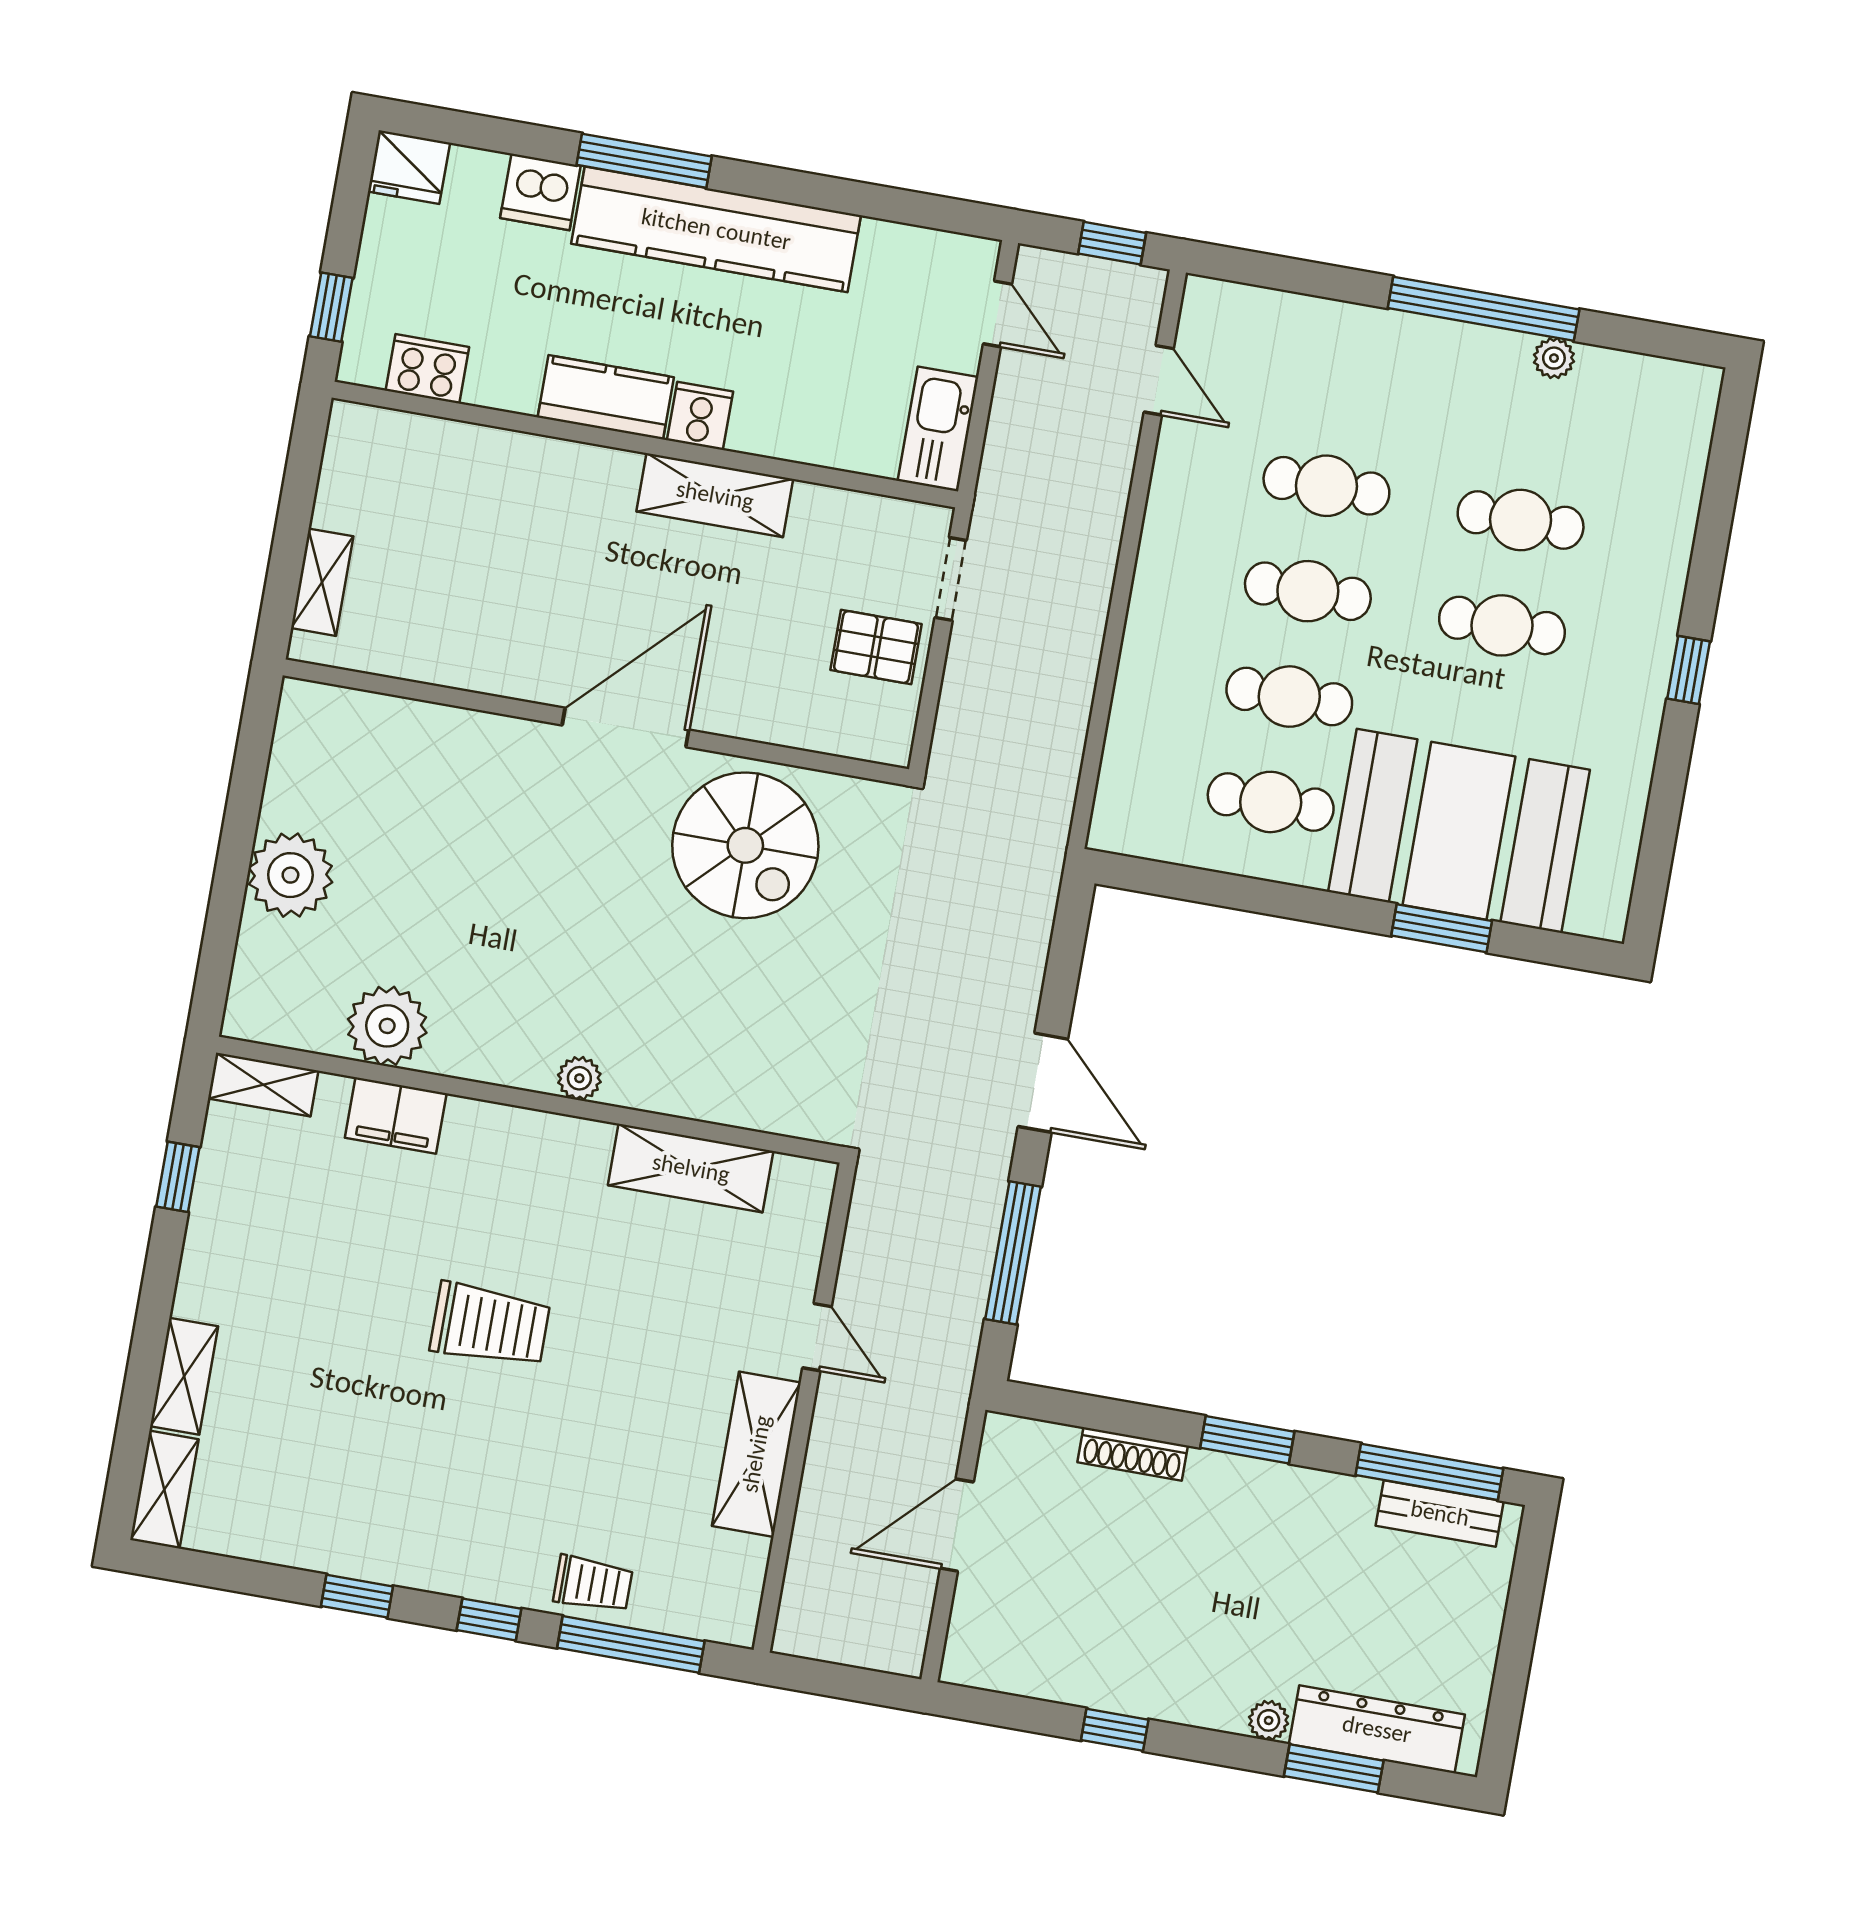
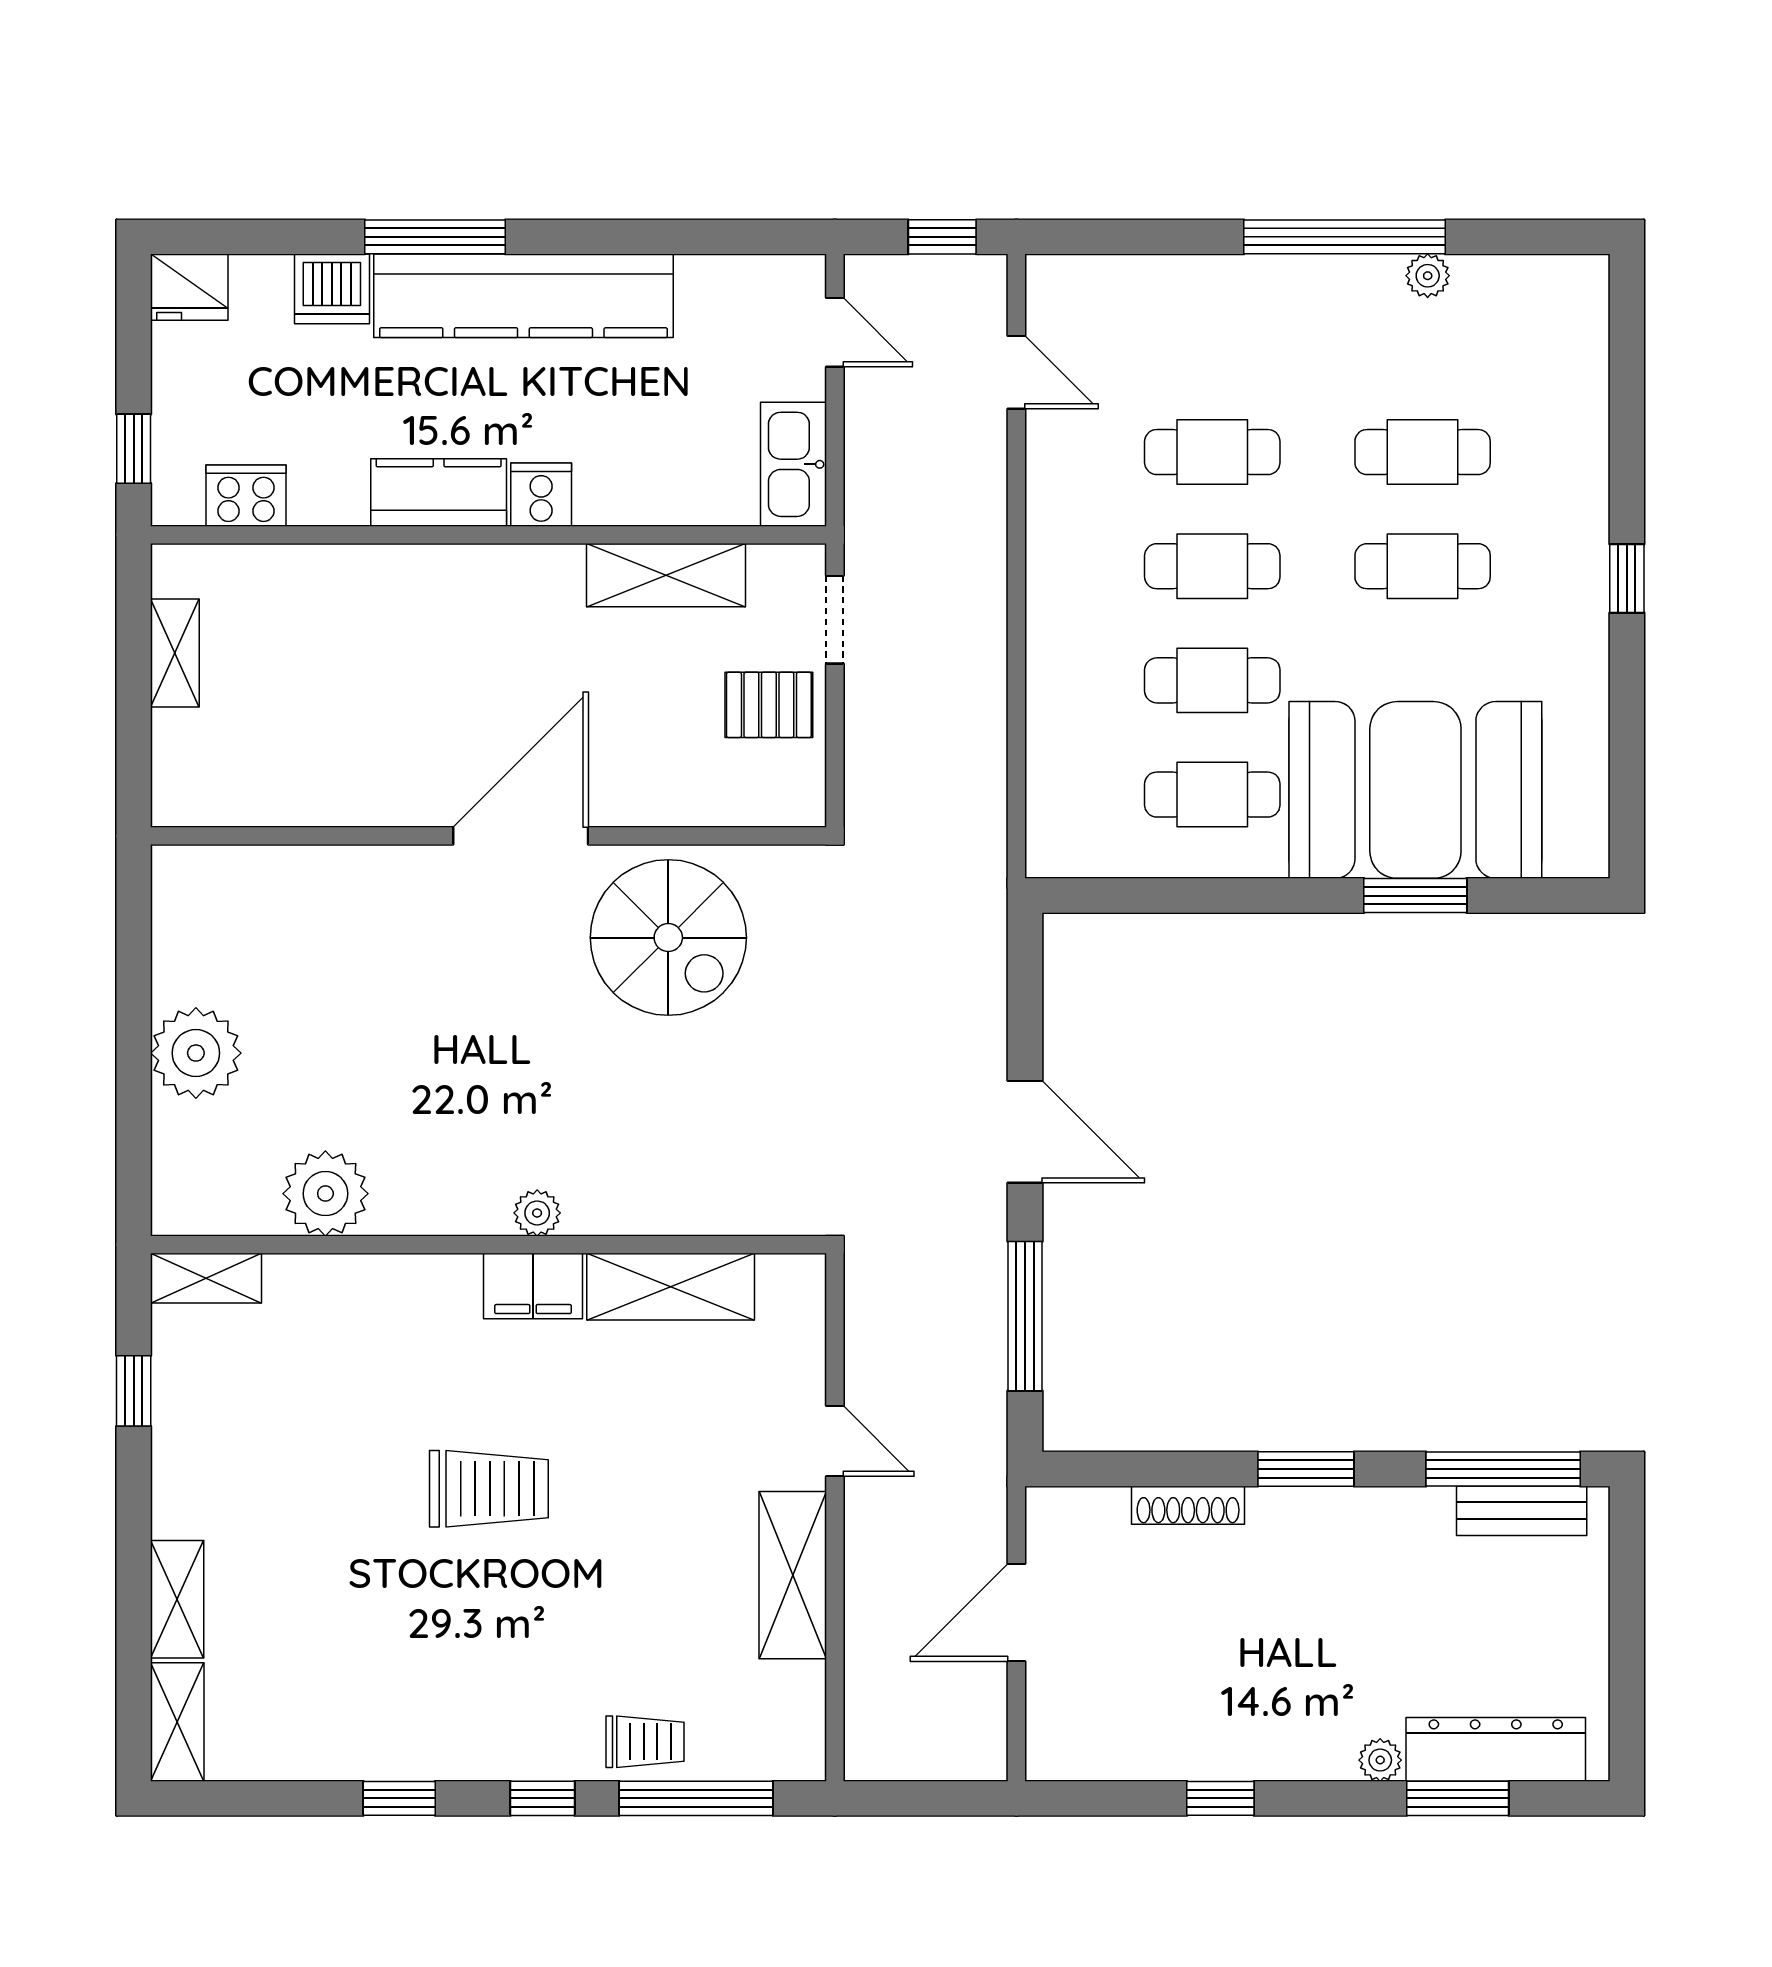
shelving: (715, 495) -> (666, 575), moved
shelving: (322, 582) -> (175, 653), moved
filing cabinet: (396, 1115) -> (533, 1286), moved

